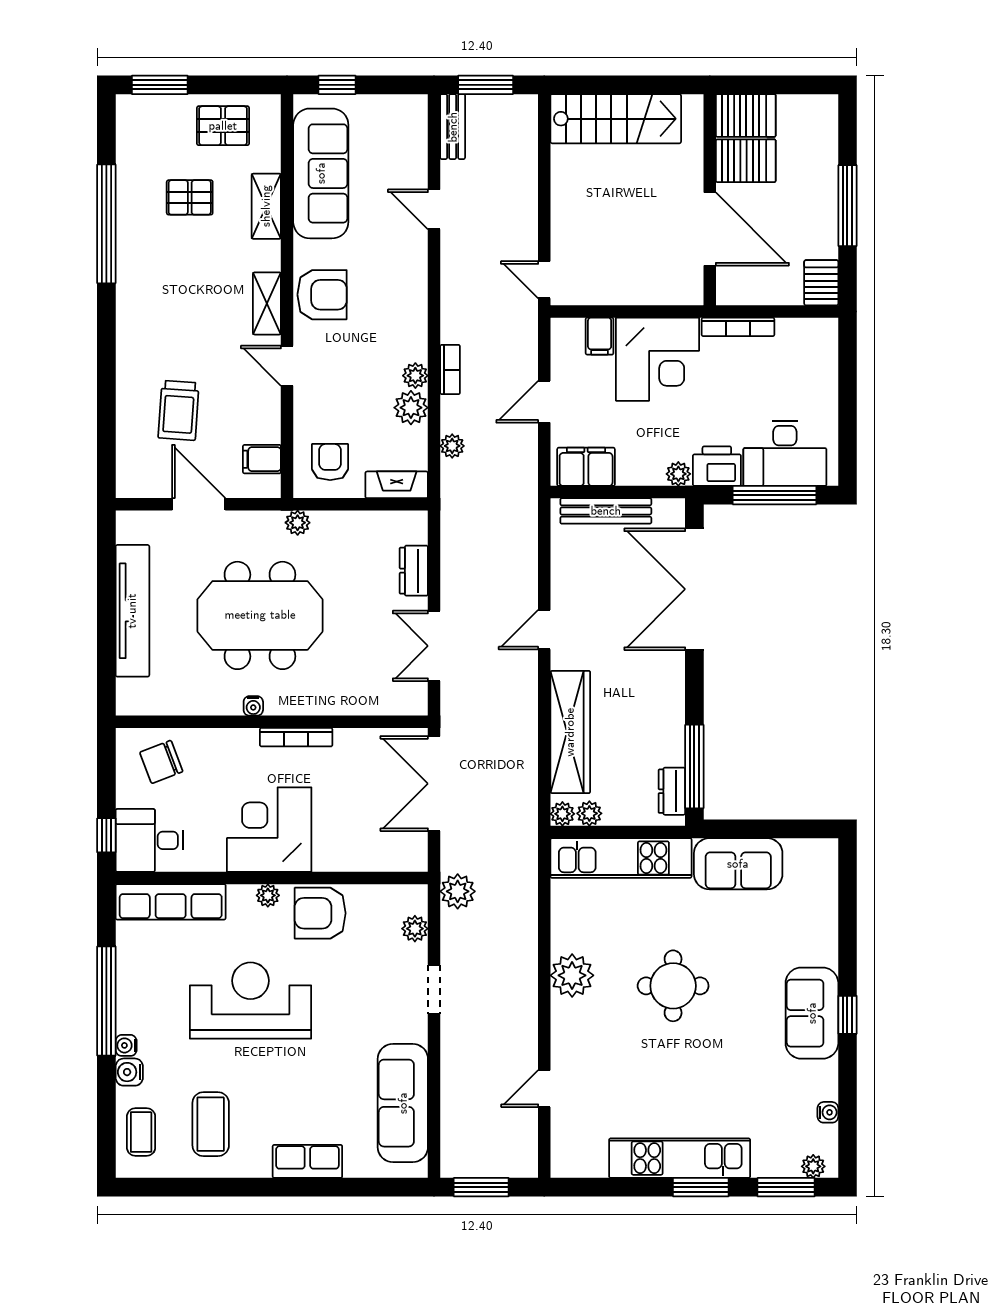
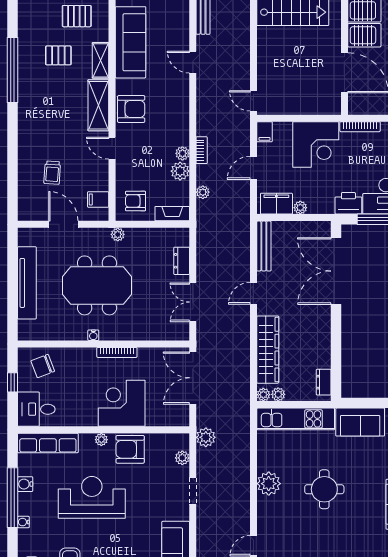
shelving: (267, 303) -> (98, 105), width x1.50, depth x1.33
filing cabinet: (600, 336) -> (264, 132), moved
trolley: (179, 410) -> (52, 173), width x0.73, depth x0.72
armchair: (330, 462) -> (136, 201), turned -90
plant: (678, 474) -> (300, 208), moved
bench: (606, 511) -> (264, 246), moved, turned 90
window: (694, 767) -> (336, 369), removed
corner desk: (269, 830) -> (122, 403), moved
window: (106, 835) -> (13, 382), moved
water cooler: (129, 1072) -> (25, 484), moved

